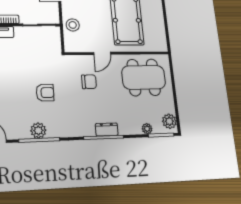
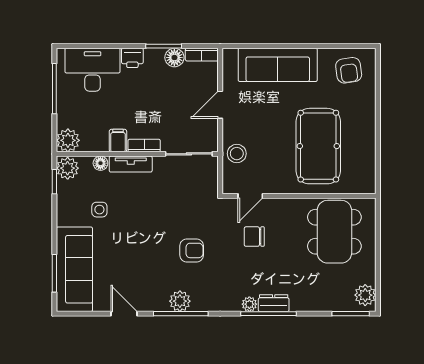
door: (102, 53) -> (250, 196), moved
dining table: (144, 77) -> (334, 232), turned 90
chair: (89, 82) -> (254, 237), turned 180
plant: (147, 129) -> (249, 304), moved

